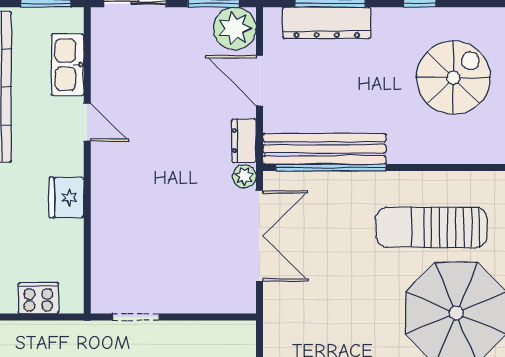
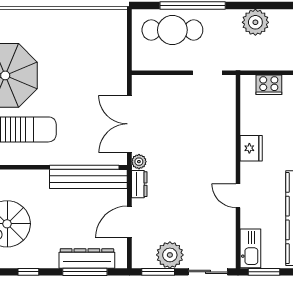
plant: (235, 28) -> (170, 255), moved
kitchen sink: (68, 65) -> (250, 248), moved
door: (259, 81) -> (129, 222), swing flipped

